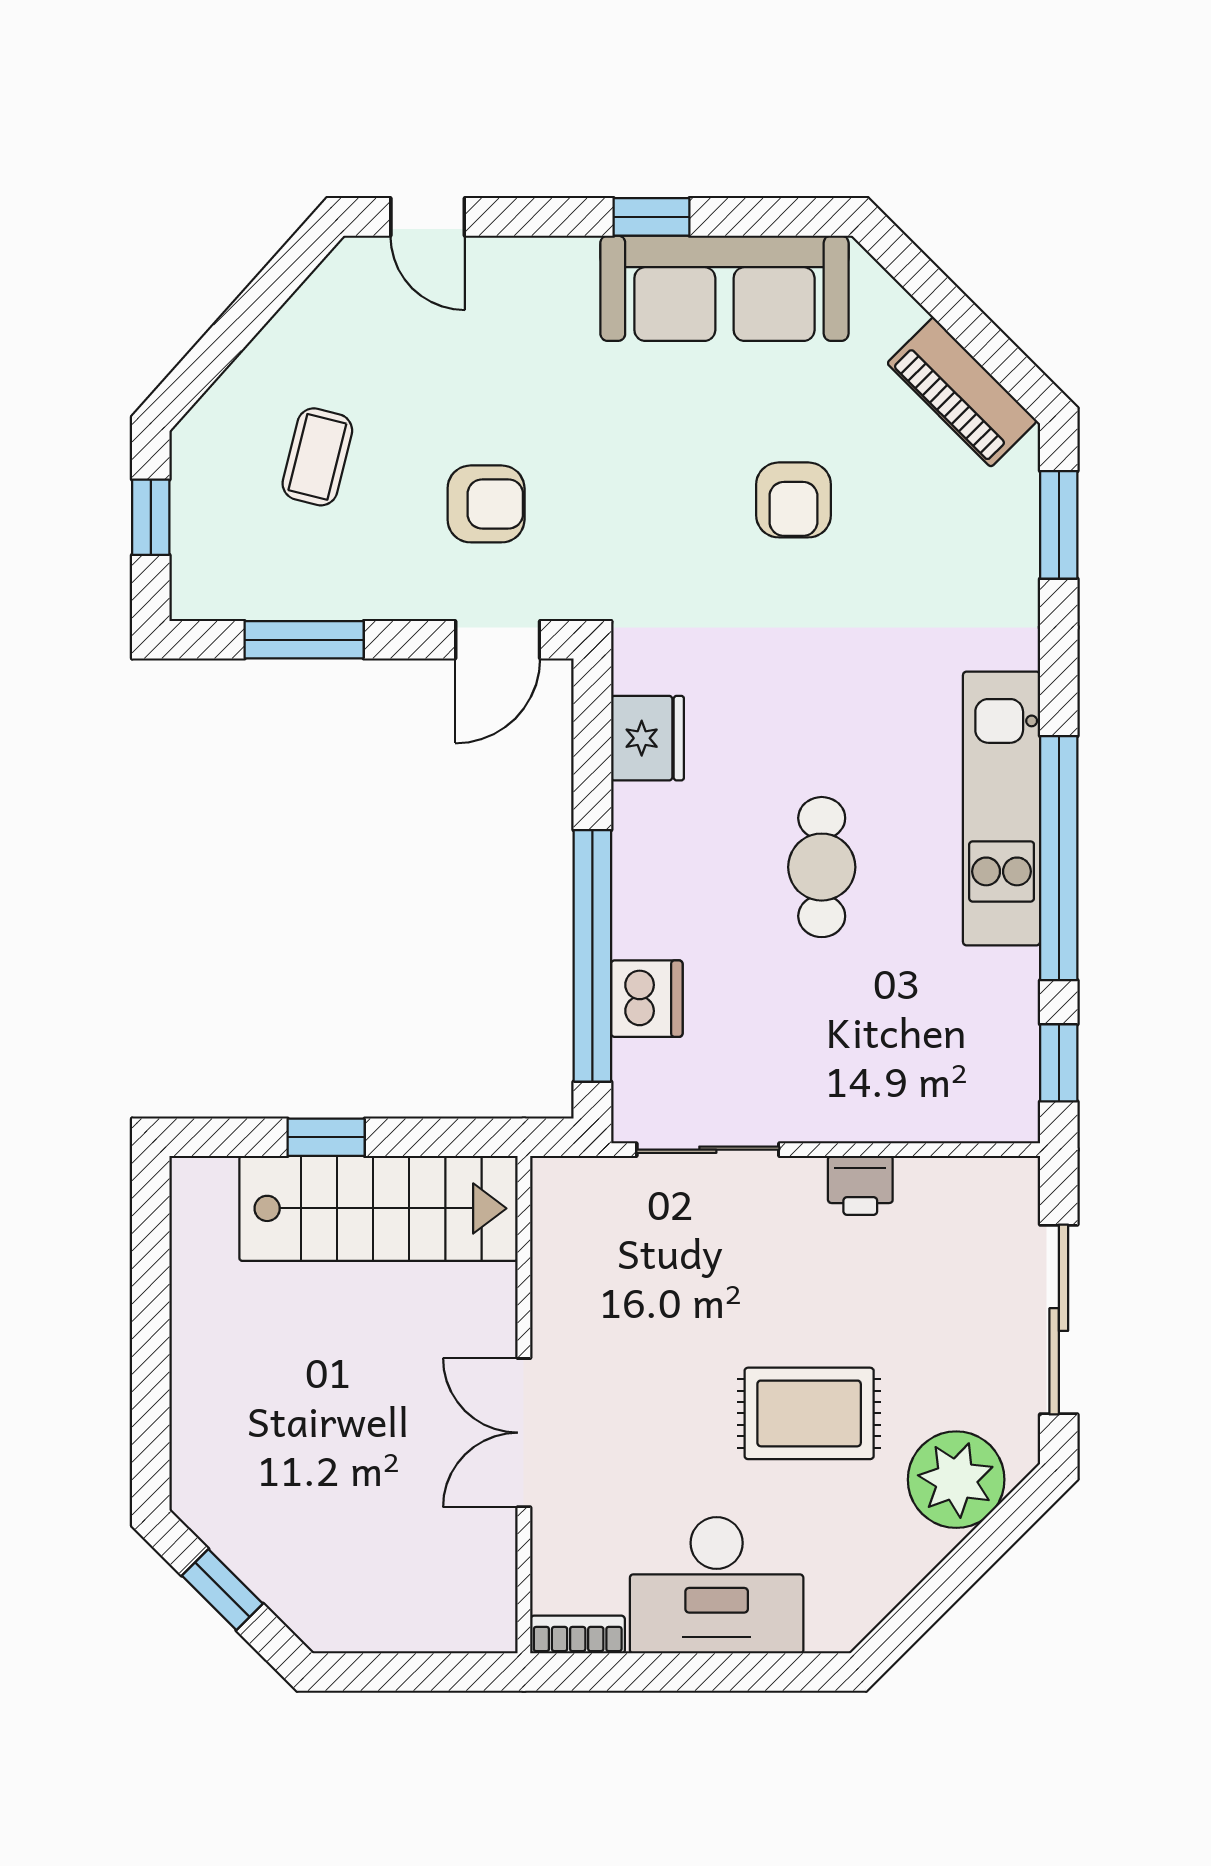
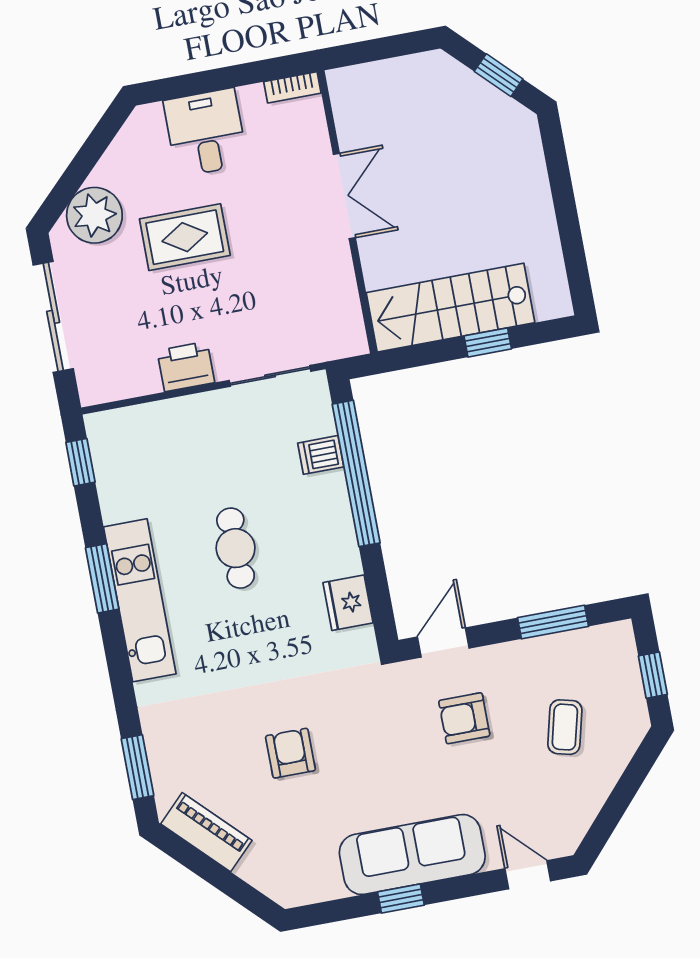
sofa: (724, 288) -> (412, 855), moved
window: (1059, 858) -> (102, 578), width x0.47
dishwasher: (647, 999) -> (321, 455), width x0.73
printer: (860, 1185) -> (186, 367), width x1.36, depth x1.24
desk: (717, 1585) -> (206, 132), width x0.73

